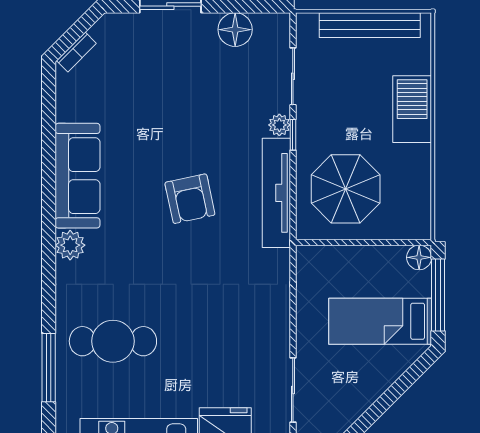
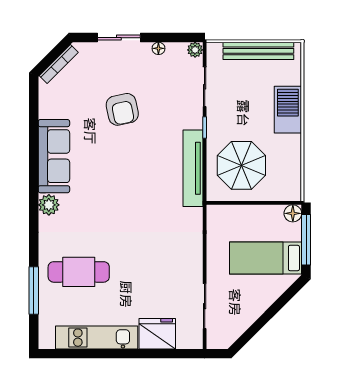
floor lamp: (235, 30) -> (158, 48), width x0.53, depth x0.53
bookcase: (76, 52) -> (59, 64), width x1.56
plant: (279, 125) -> (195, 50), moved
armchair: (190, 199) -> (122, 109), moved

